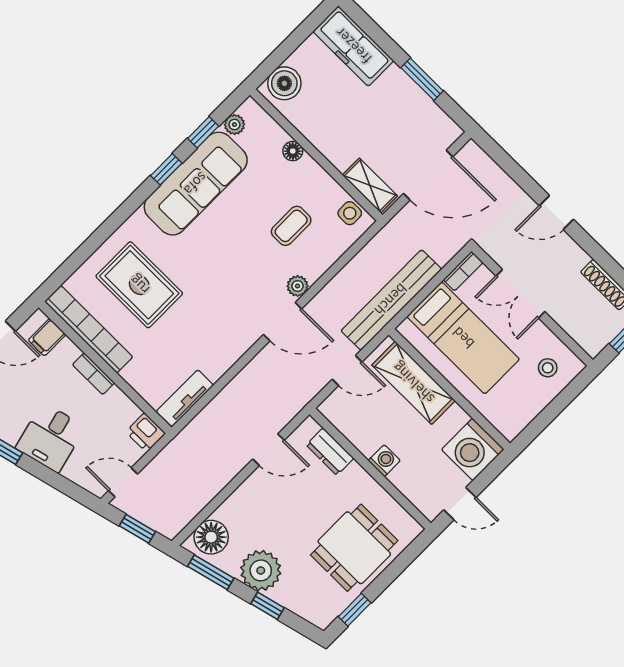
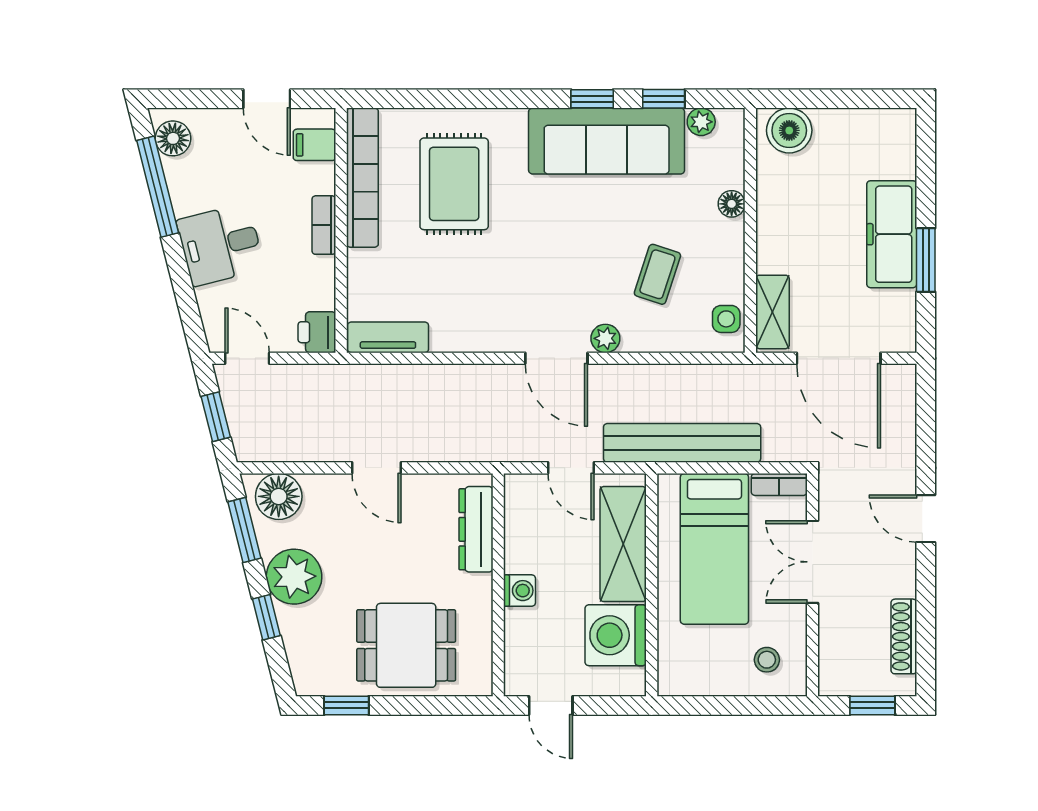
freezer: (353, 46) -> (892, 234), moved
coffee table: (291, 226) -> (657, 274), turned -72
washing machine: (473, 449) -> (616, 635), moved
door: (268, 450) -> (376, 468), moved
dresser: (330, 452) -> (476, 529), width x1.44

